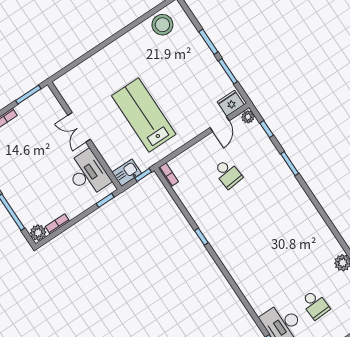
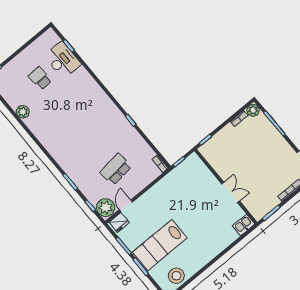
lab bench: (144, 115) -> (160, 245), moved, turned 90
plant: (248, 117) -> (106, 208), width x1.87, depth x1.87
kitchen sink: (127, 173) -> (244, 225), moved, turned 180
desk: (88, 174) -> (221, 158), removed
school desk: (228, 174) -> (116, 169), width x1.85

